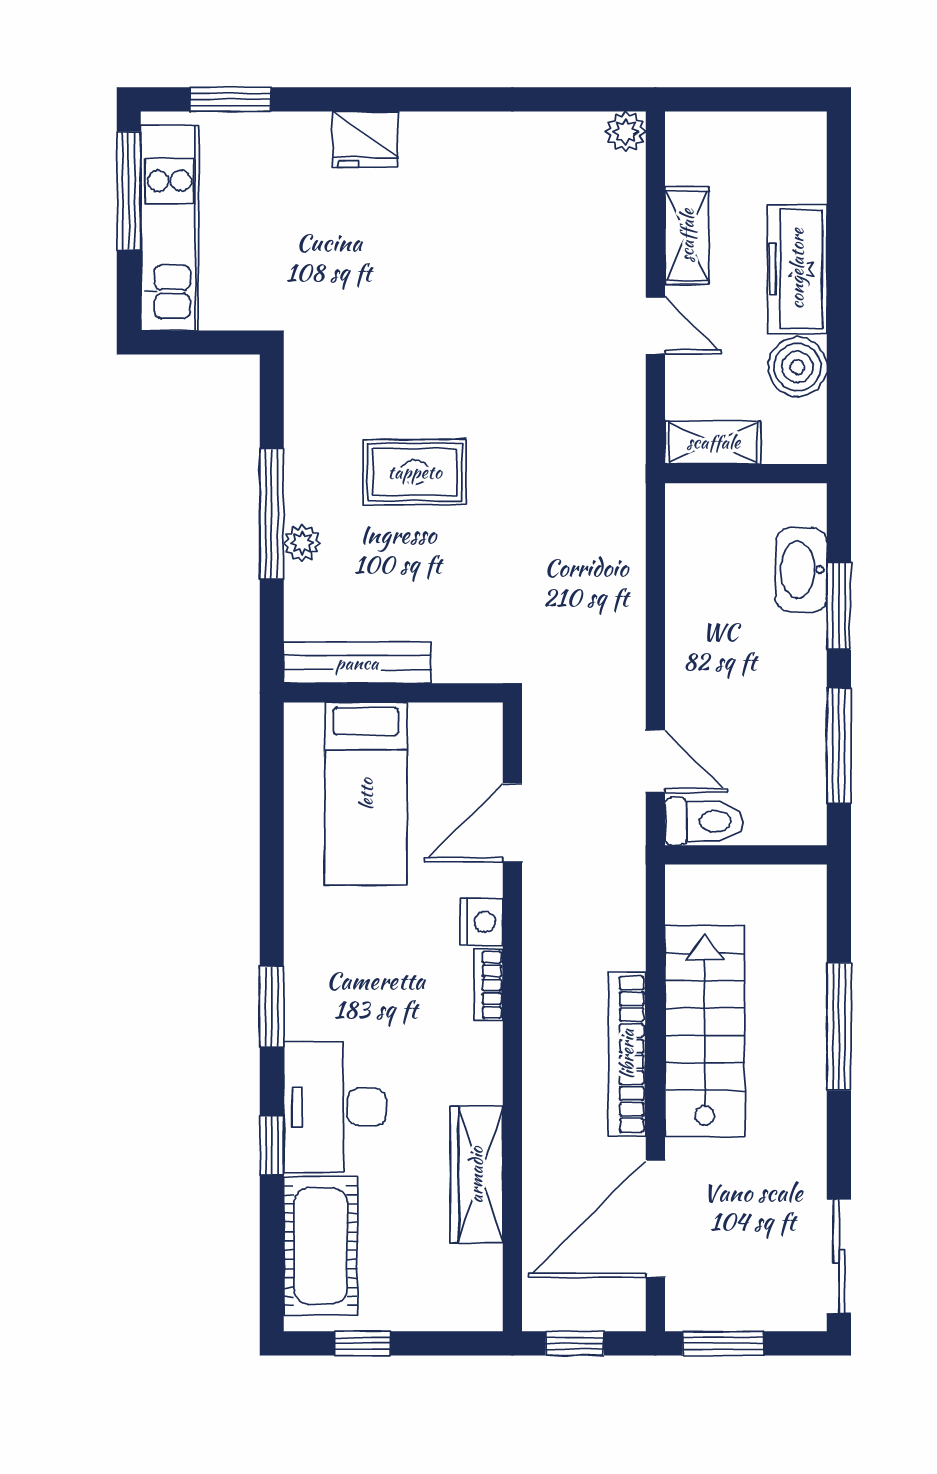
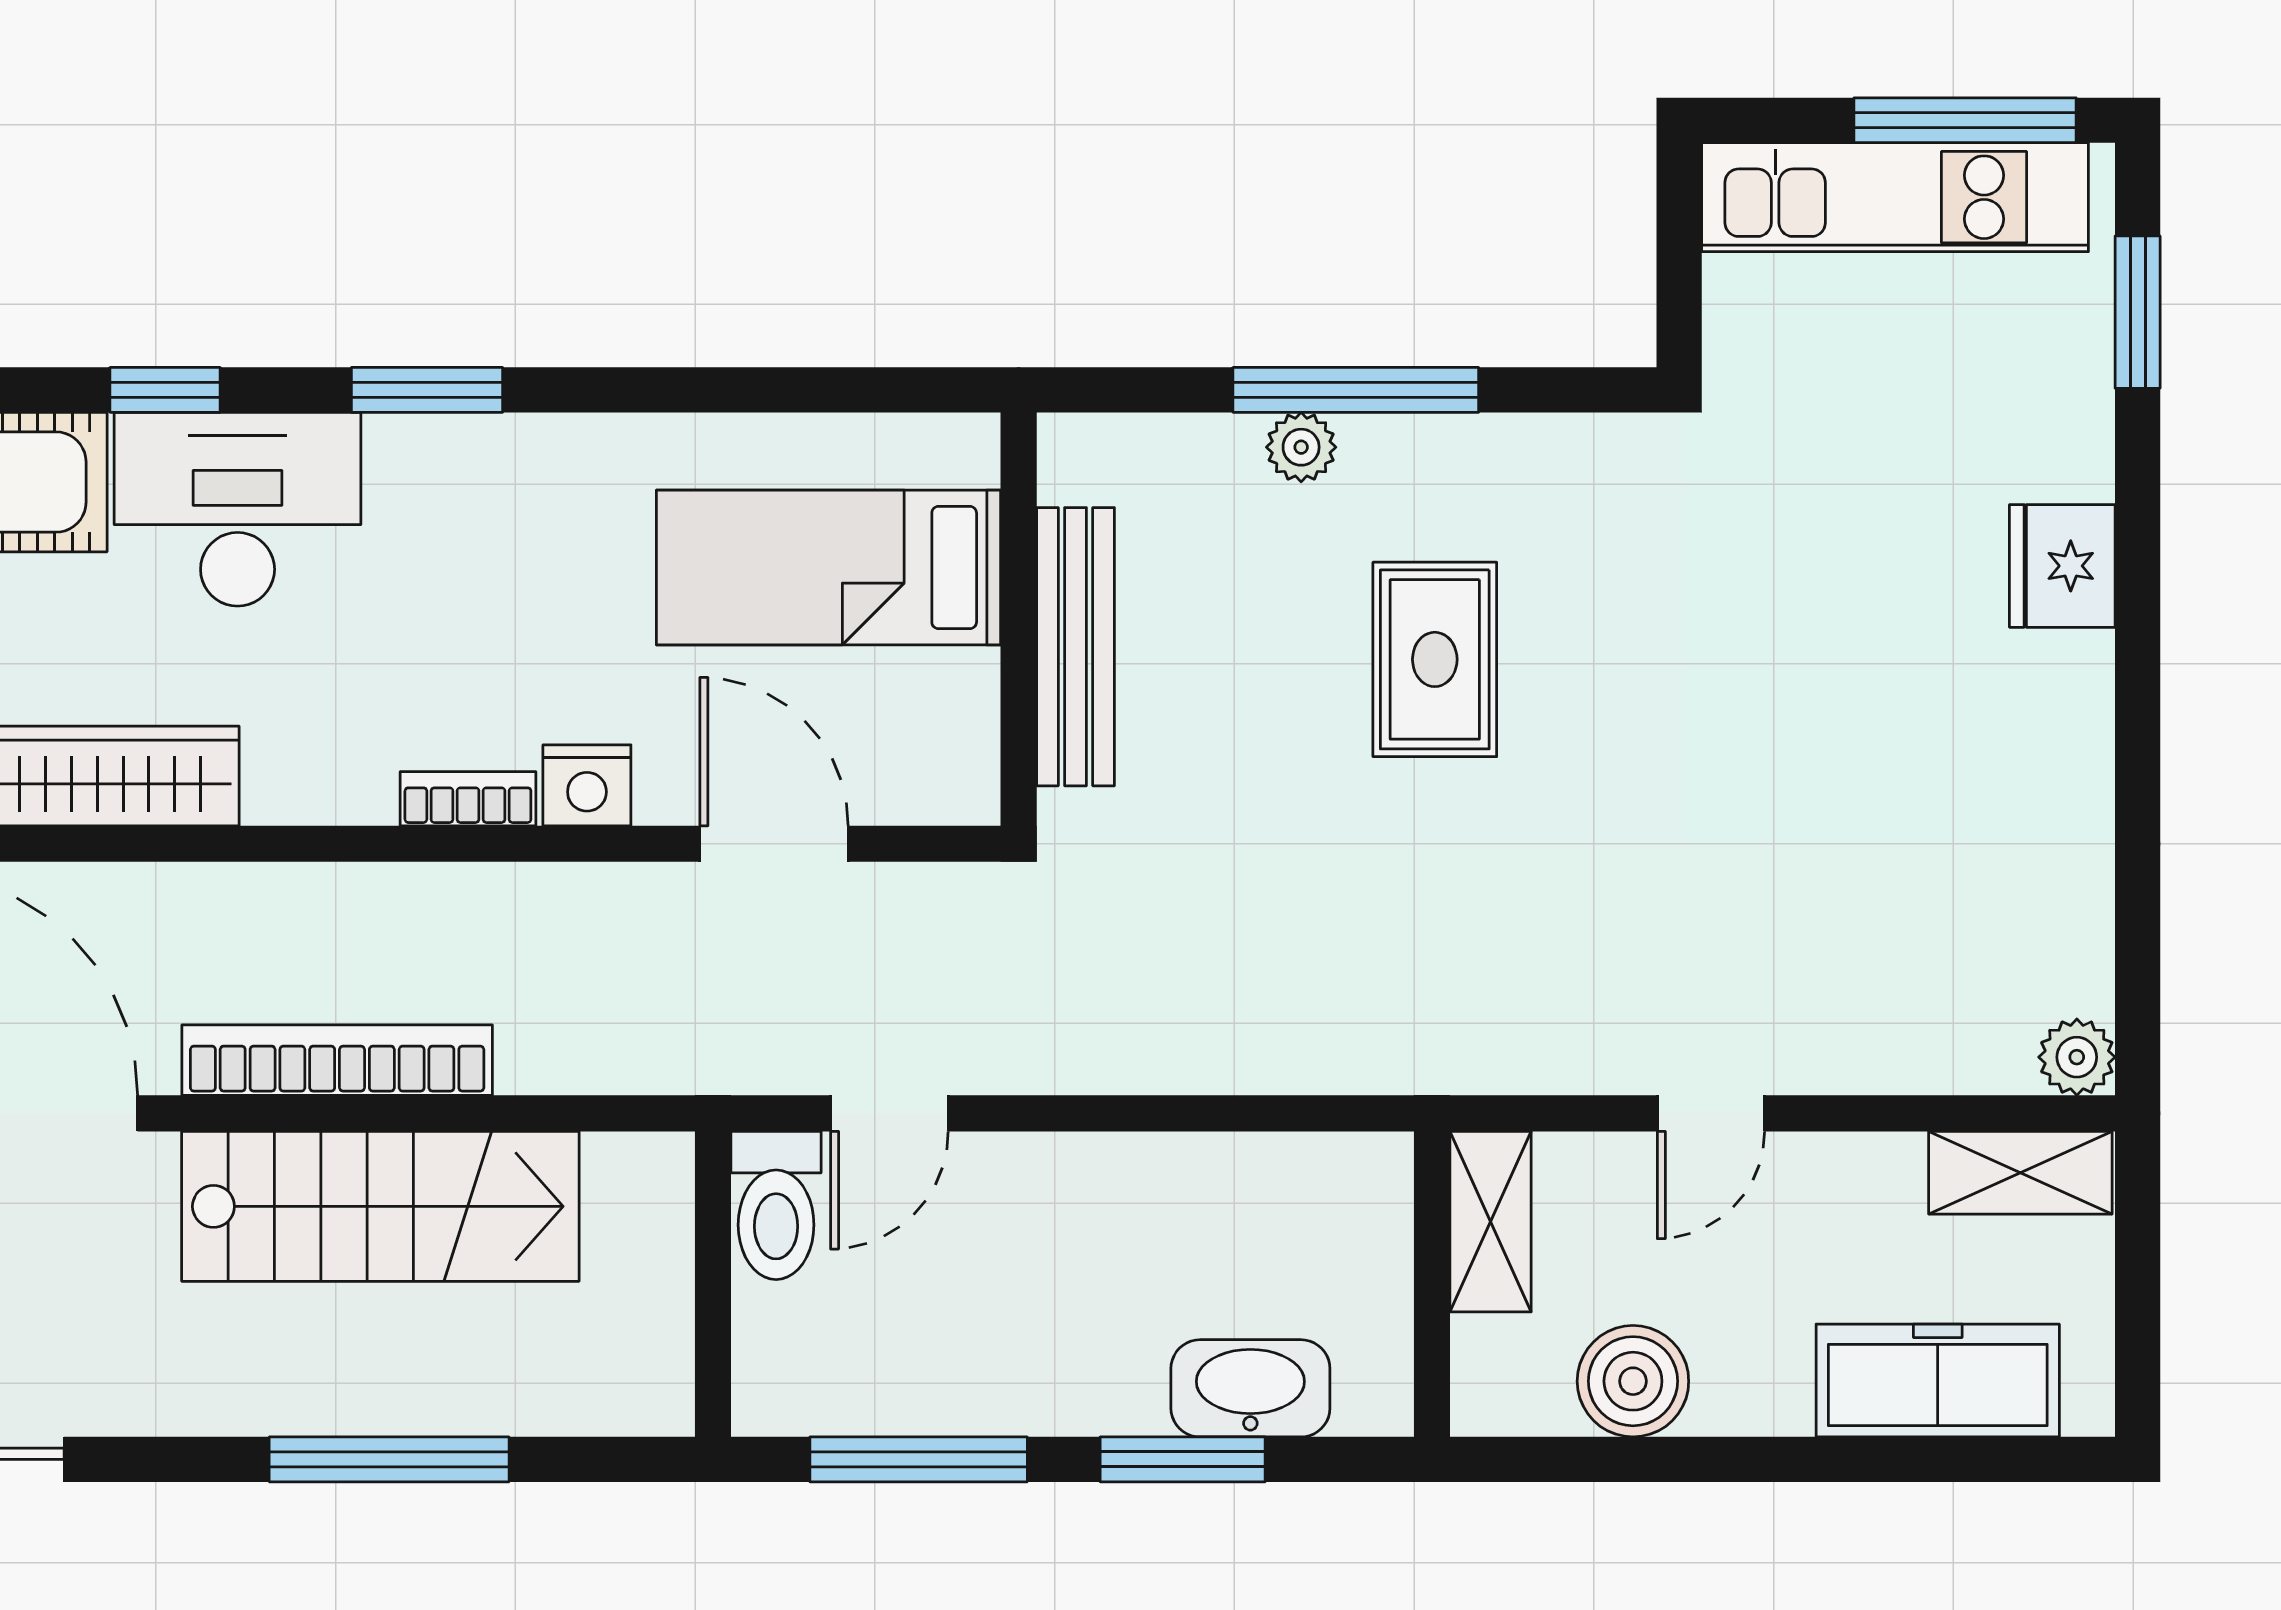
shelving: (687, 236) -> (2020, 1173), moved
freezer: (797, 269) -> (1938, 1380), moved
bench: (357, 663) -> (1076, 647), moved

